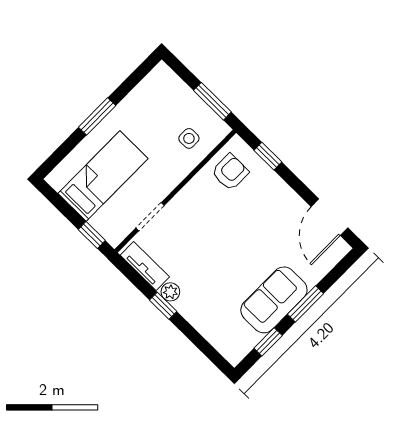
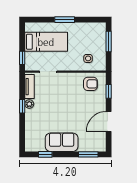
window: (212, 101) -> (109, 42), moved
door: (330, 217) -> (109, 121), moved
window: (306, 304) -> (88, 154), moved

